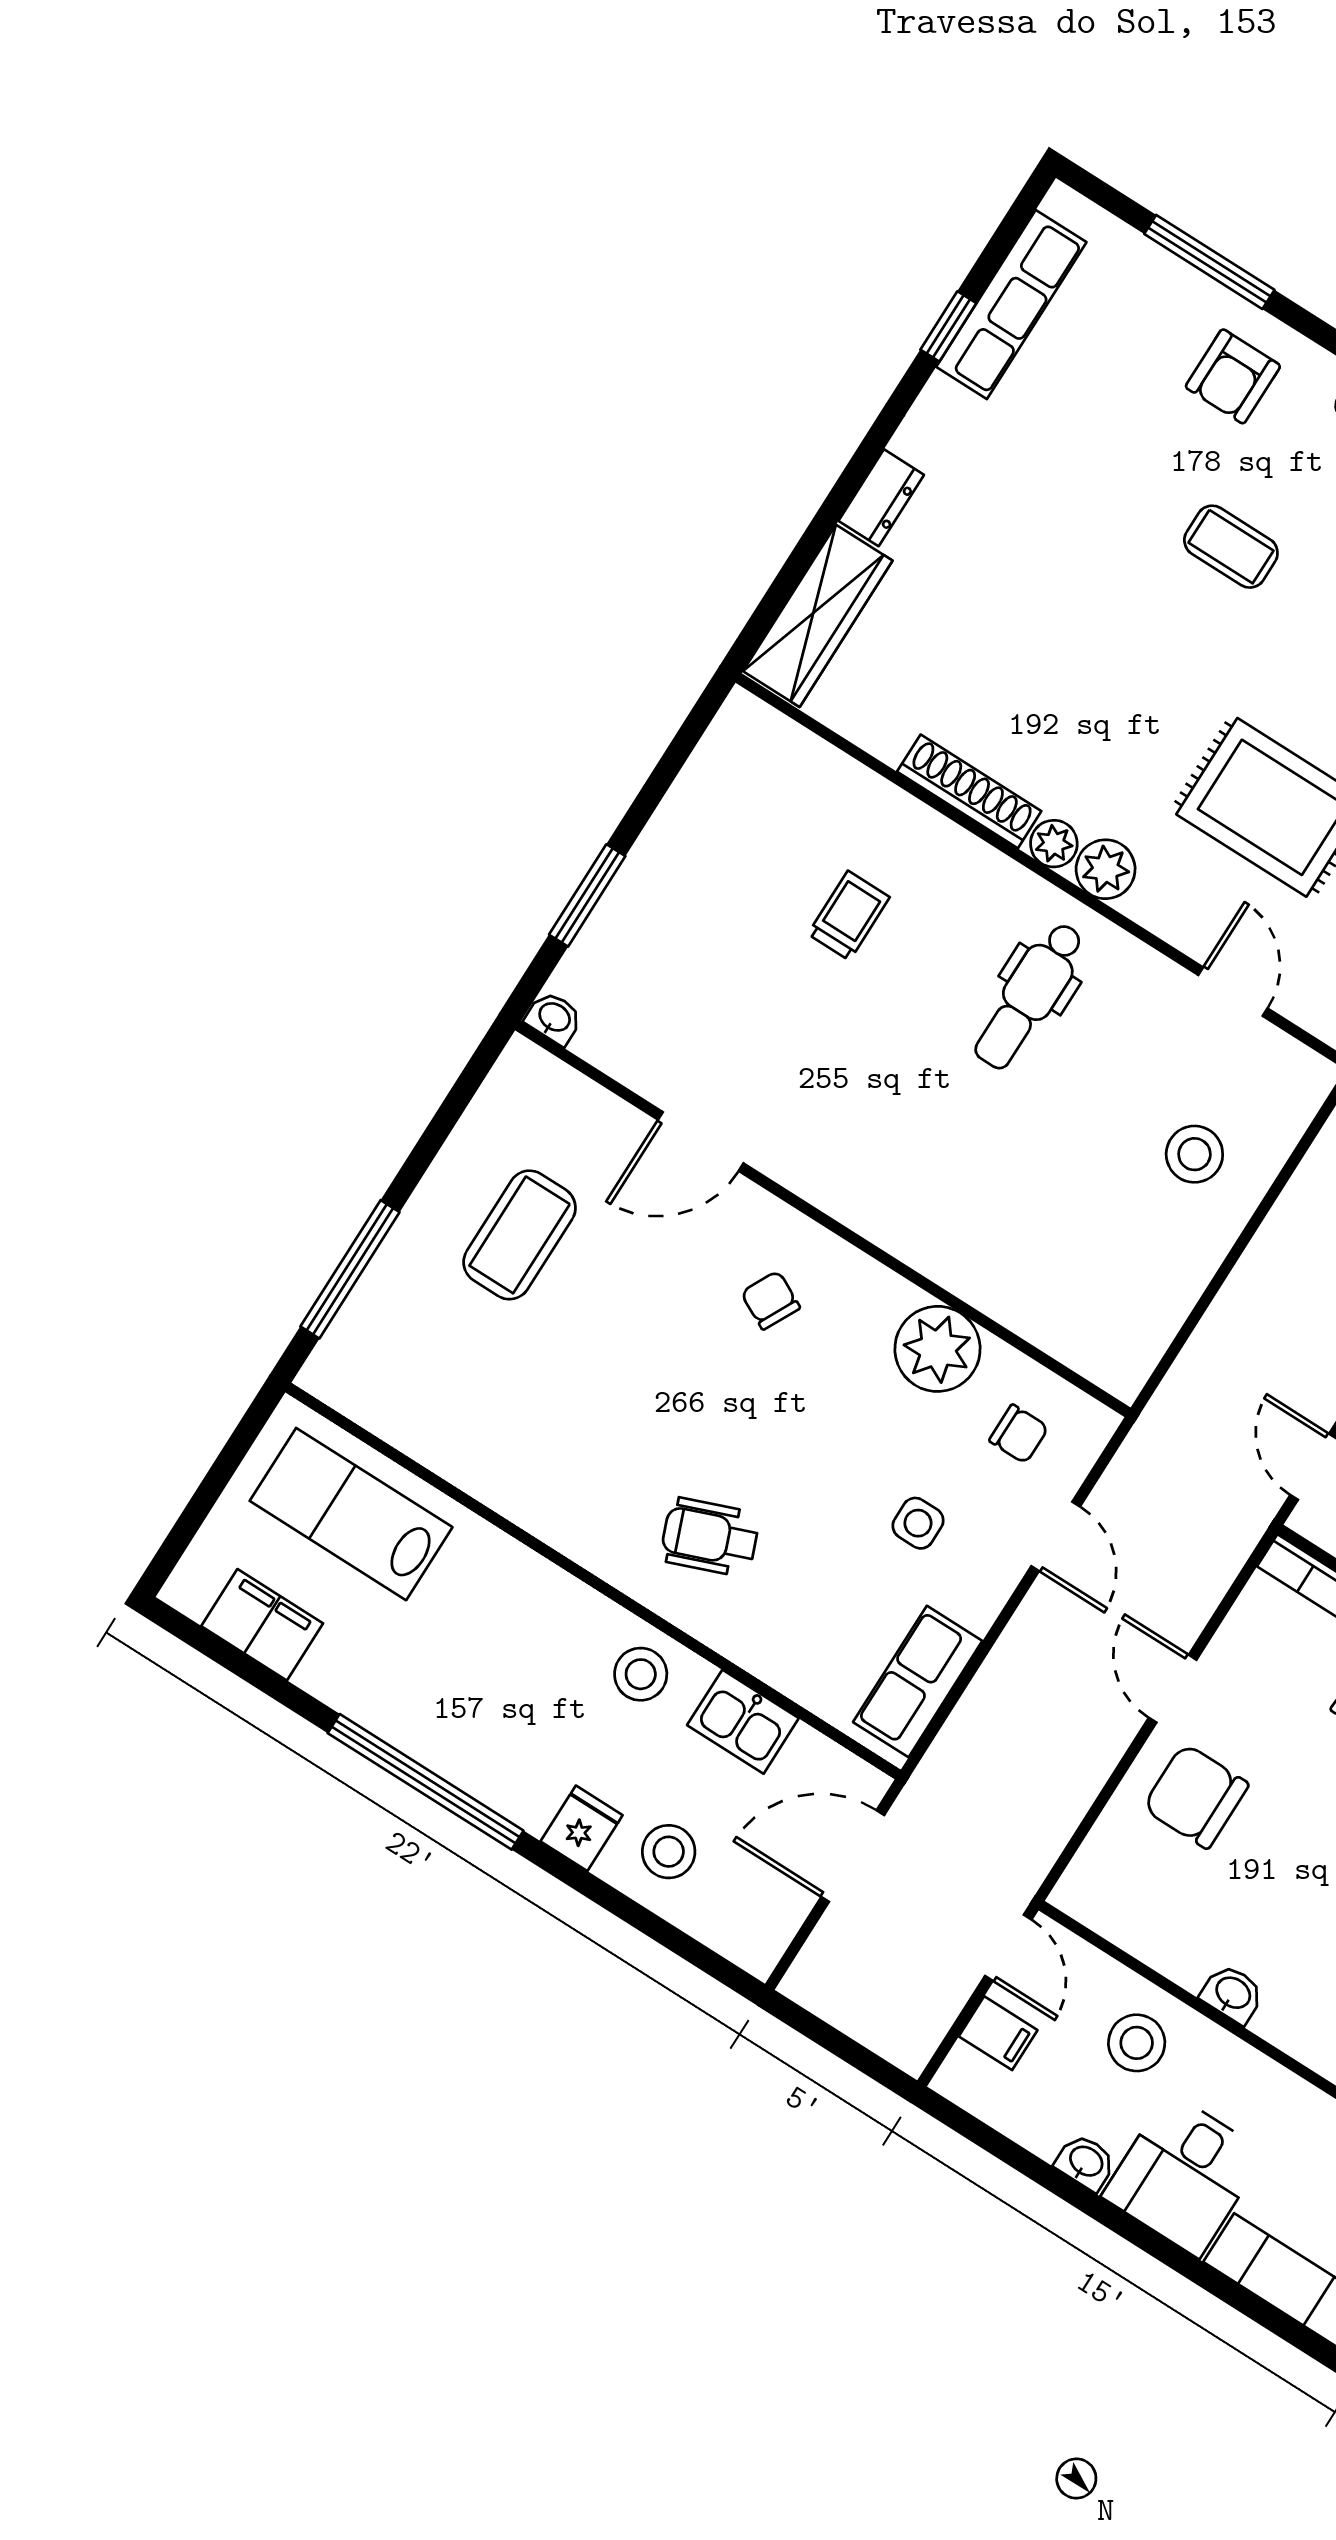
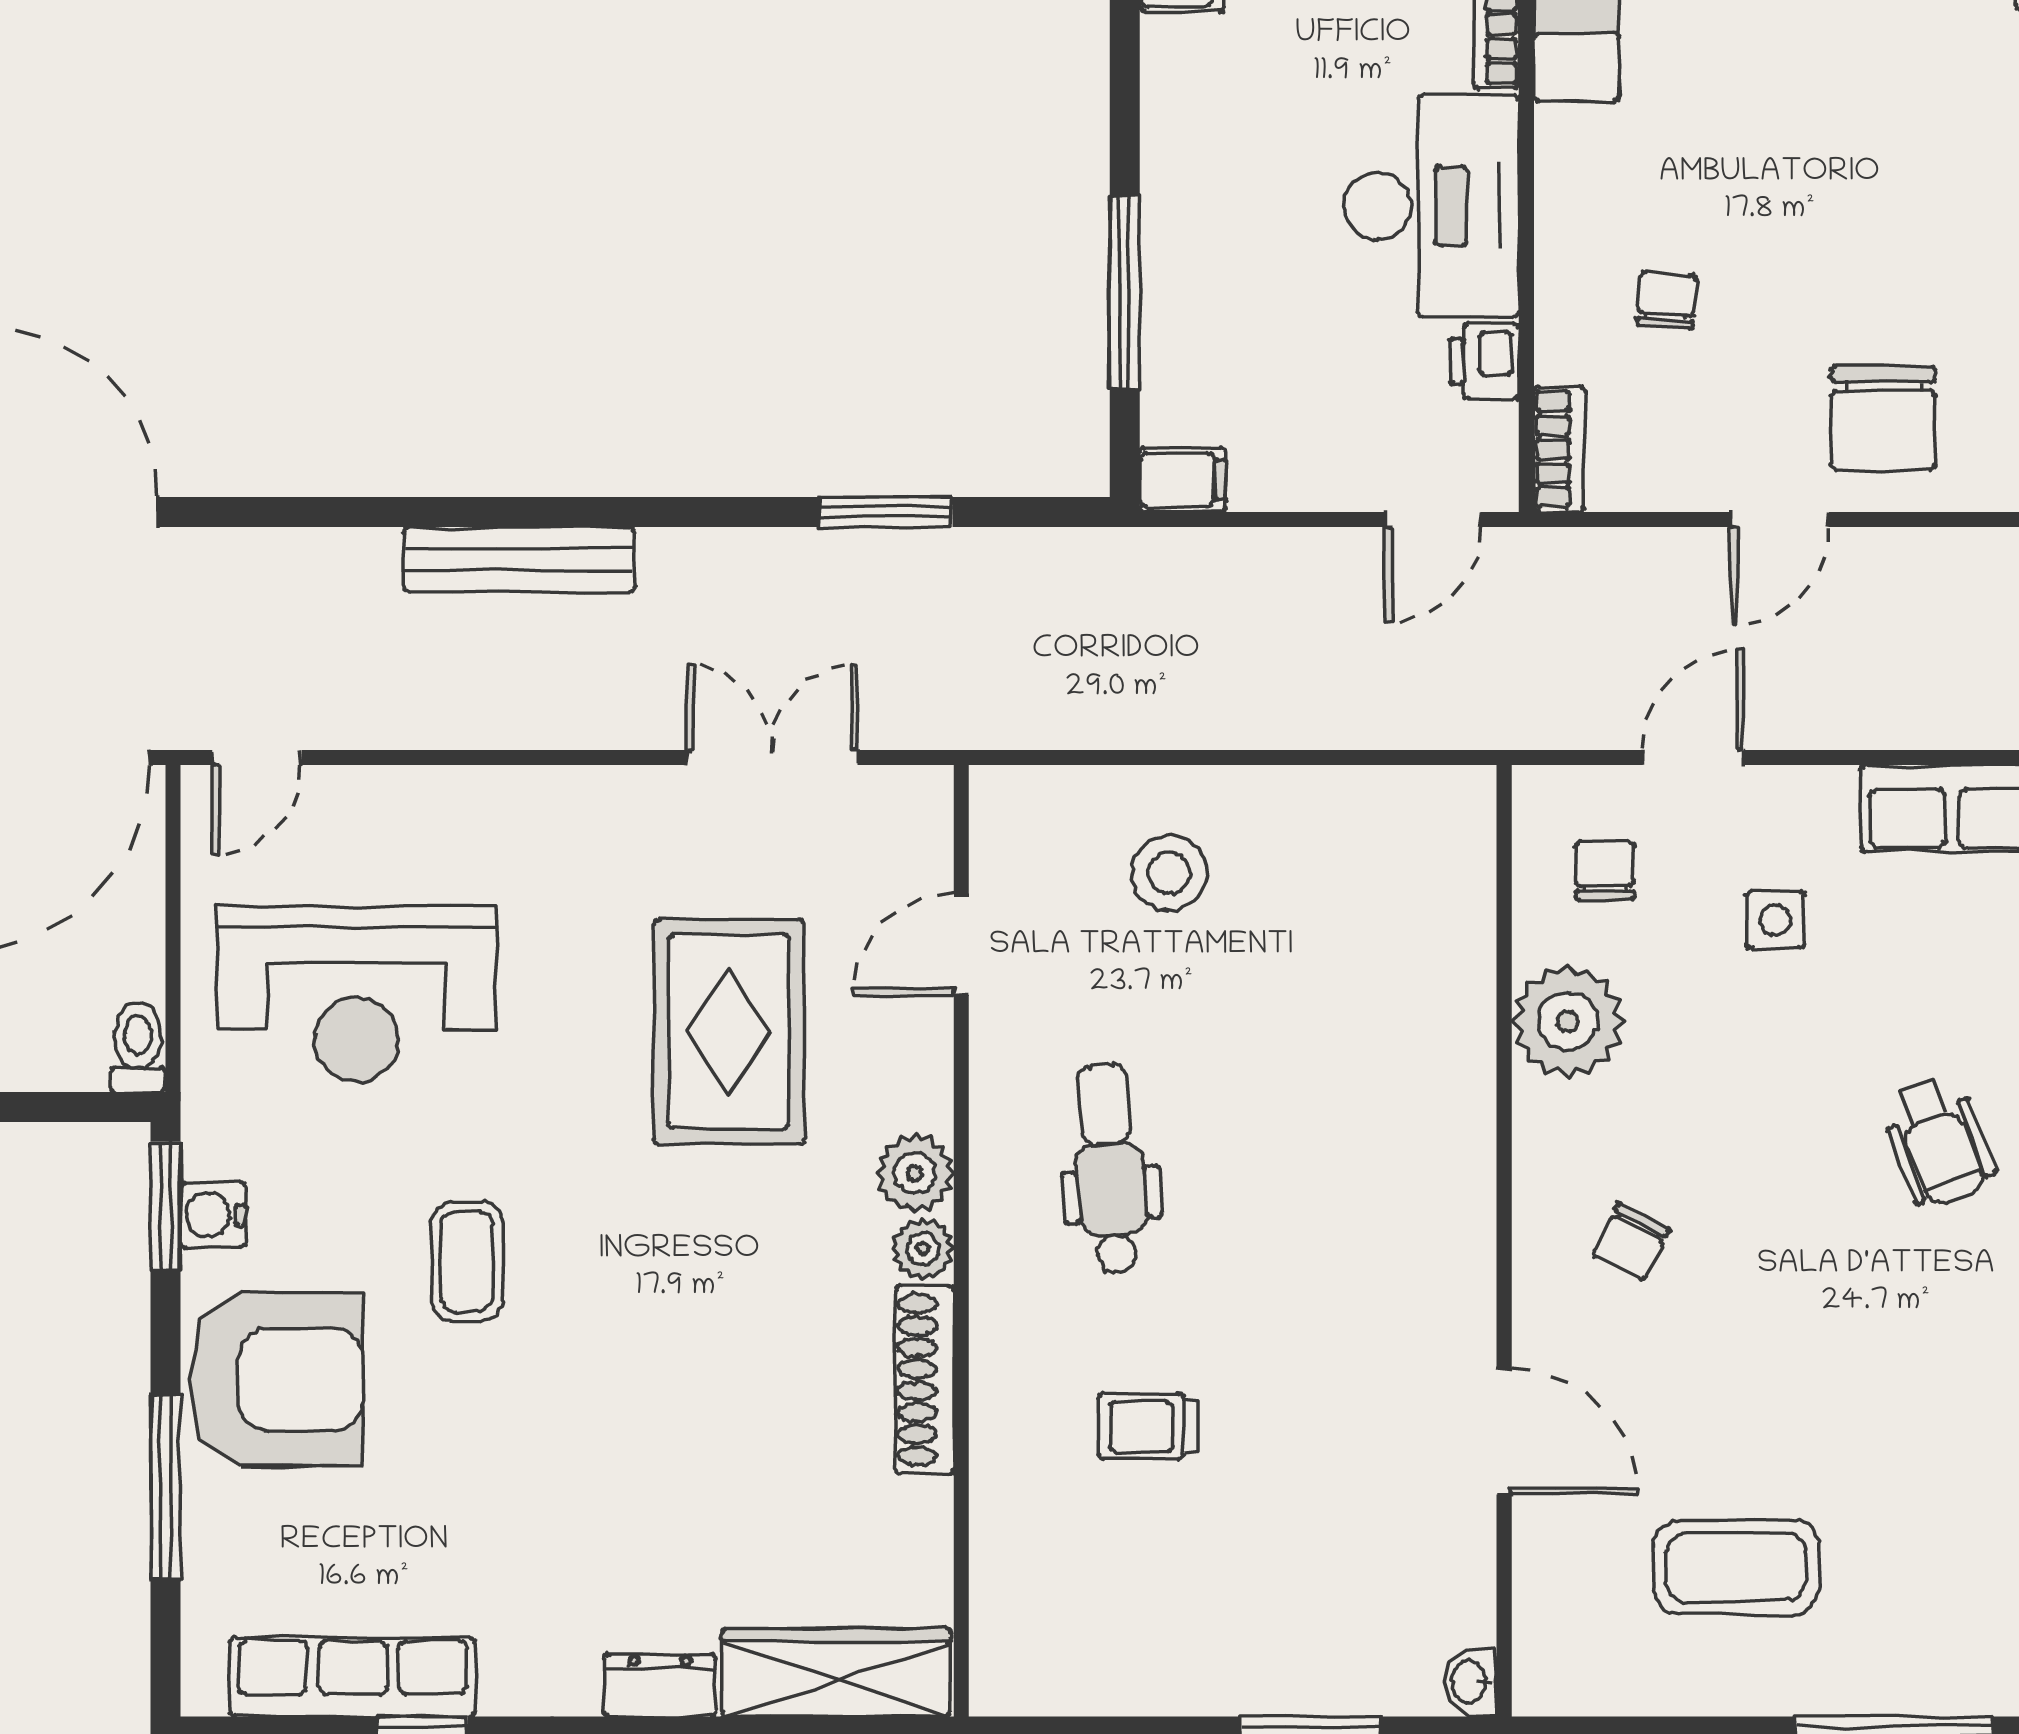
armchair: (1233, 376) -> (276, 1380), width x1.88, depth x1.88
dental chair: (1029, 996) -> (1110, 1169), turned -95

